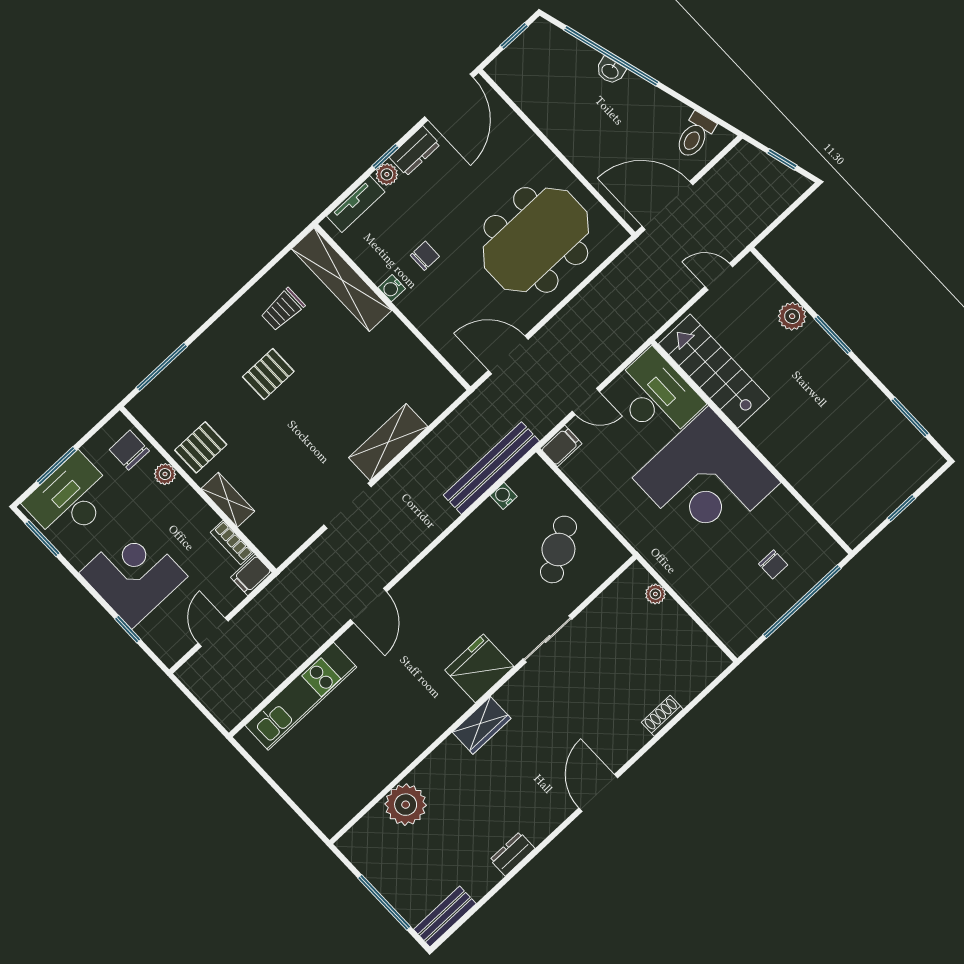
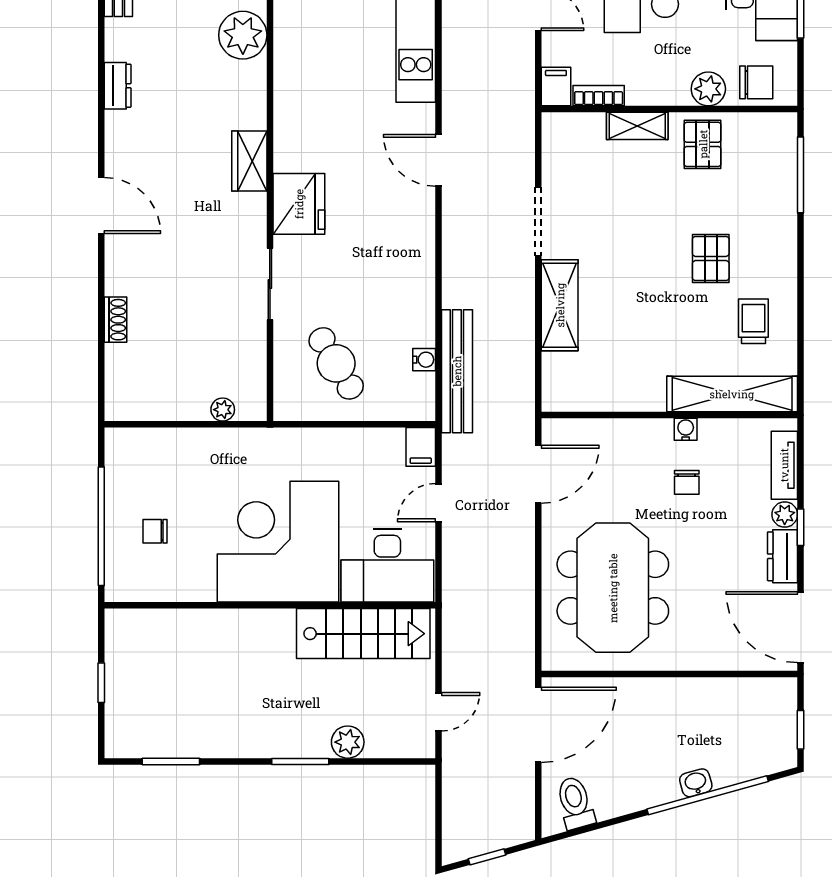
plant: (165, 474) -> (708, 89), width x1.38, depth x1.38

